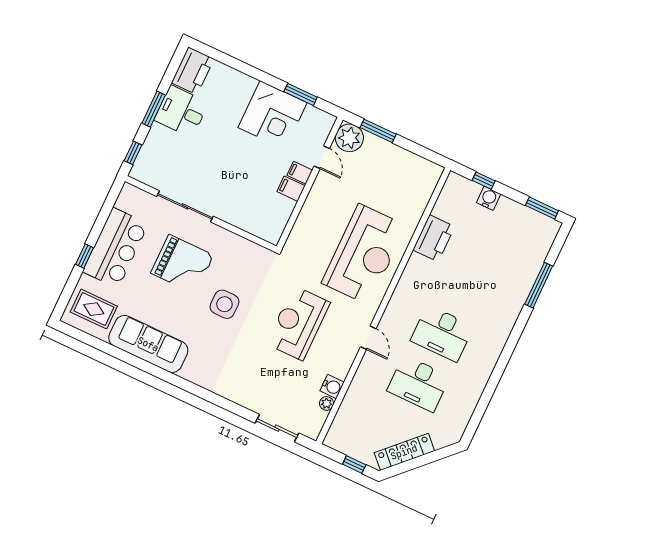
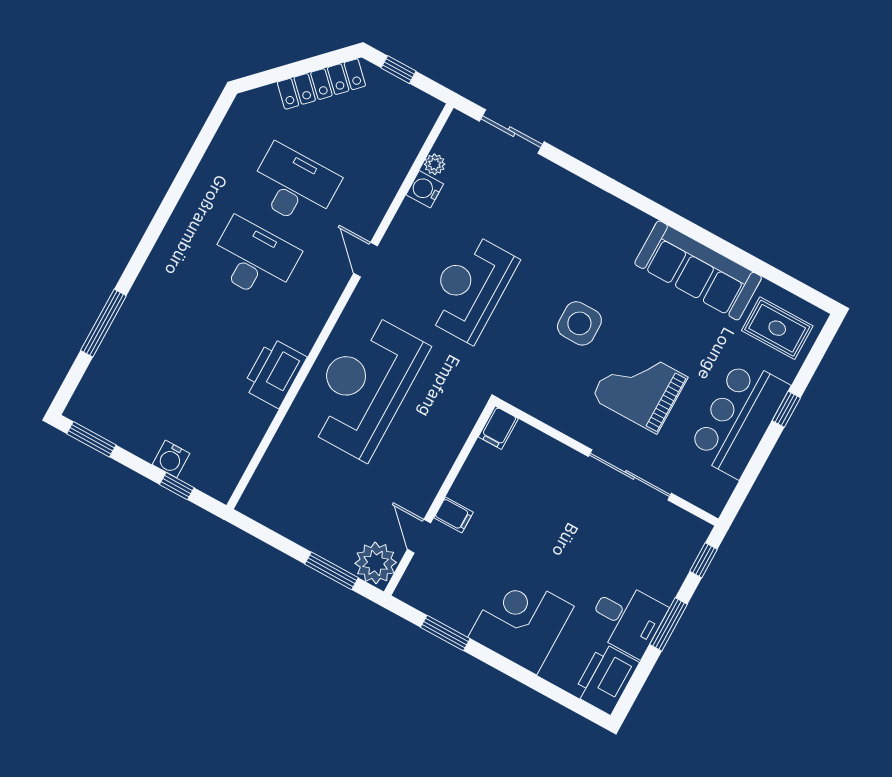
corner desk: (273, 115) -> (521, 622), moved
filing cabinet: (291, 189) -> (498, 428), moved, turned 90
printer: (434, 238) -> (274, 373), moved
reception desk: (298, 323) -> (470, 288), turned 180

